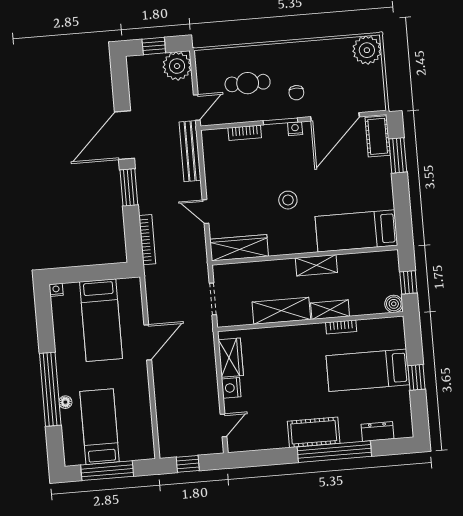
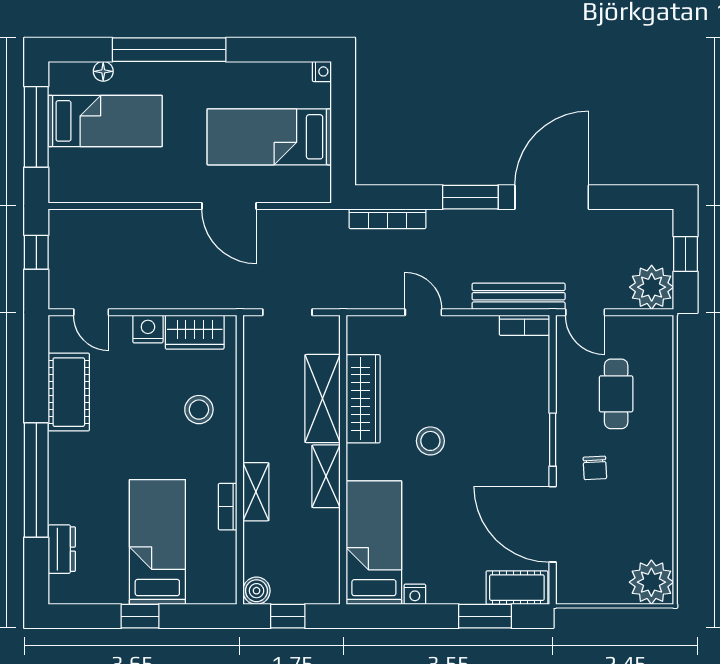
chair: (296, 93) -> (595, 468), turned -93
nightstand: (295, 129) -> (415, 594), moved, turned 90
bookcase: (245, 133) -> (525, 325), moved, turned -90
door: (124, 135) -> (552, 197), hinge flipped
door: (206, 212) -> (423, 312), hinge flipped
wardrobe: (239, 248) -> (363, 399), moved
shelving: (281, 311) -> (323, 399), moved
stool: (280, 351) -> (199, 410), added
floor lamp: (65, 402) -> (103, 71), moved
cot: (314, 432) -> (69, 392), moved

